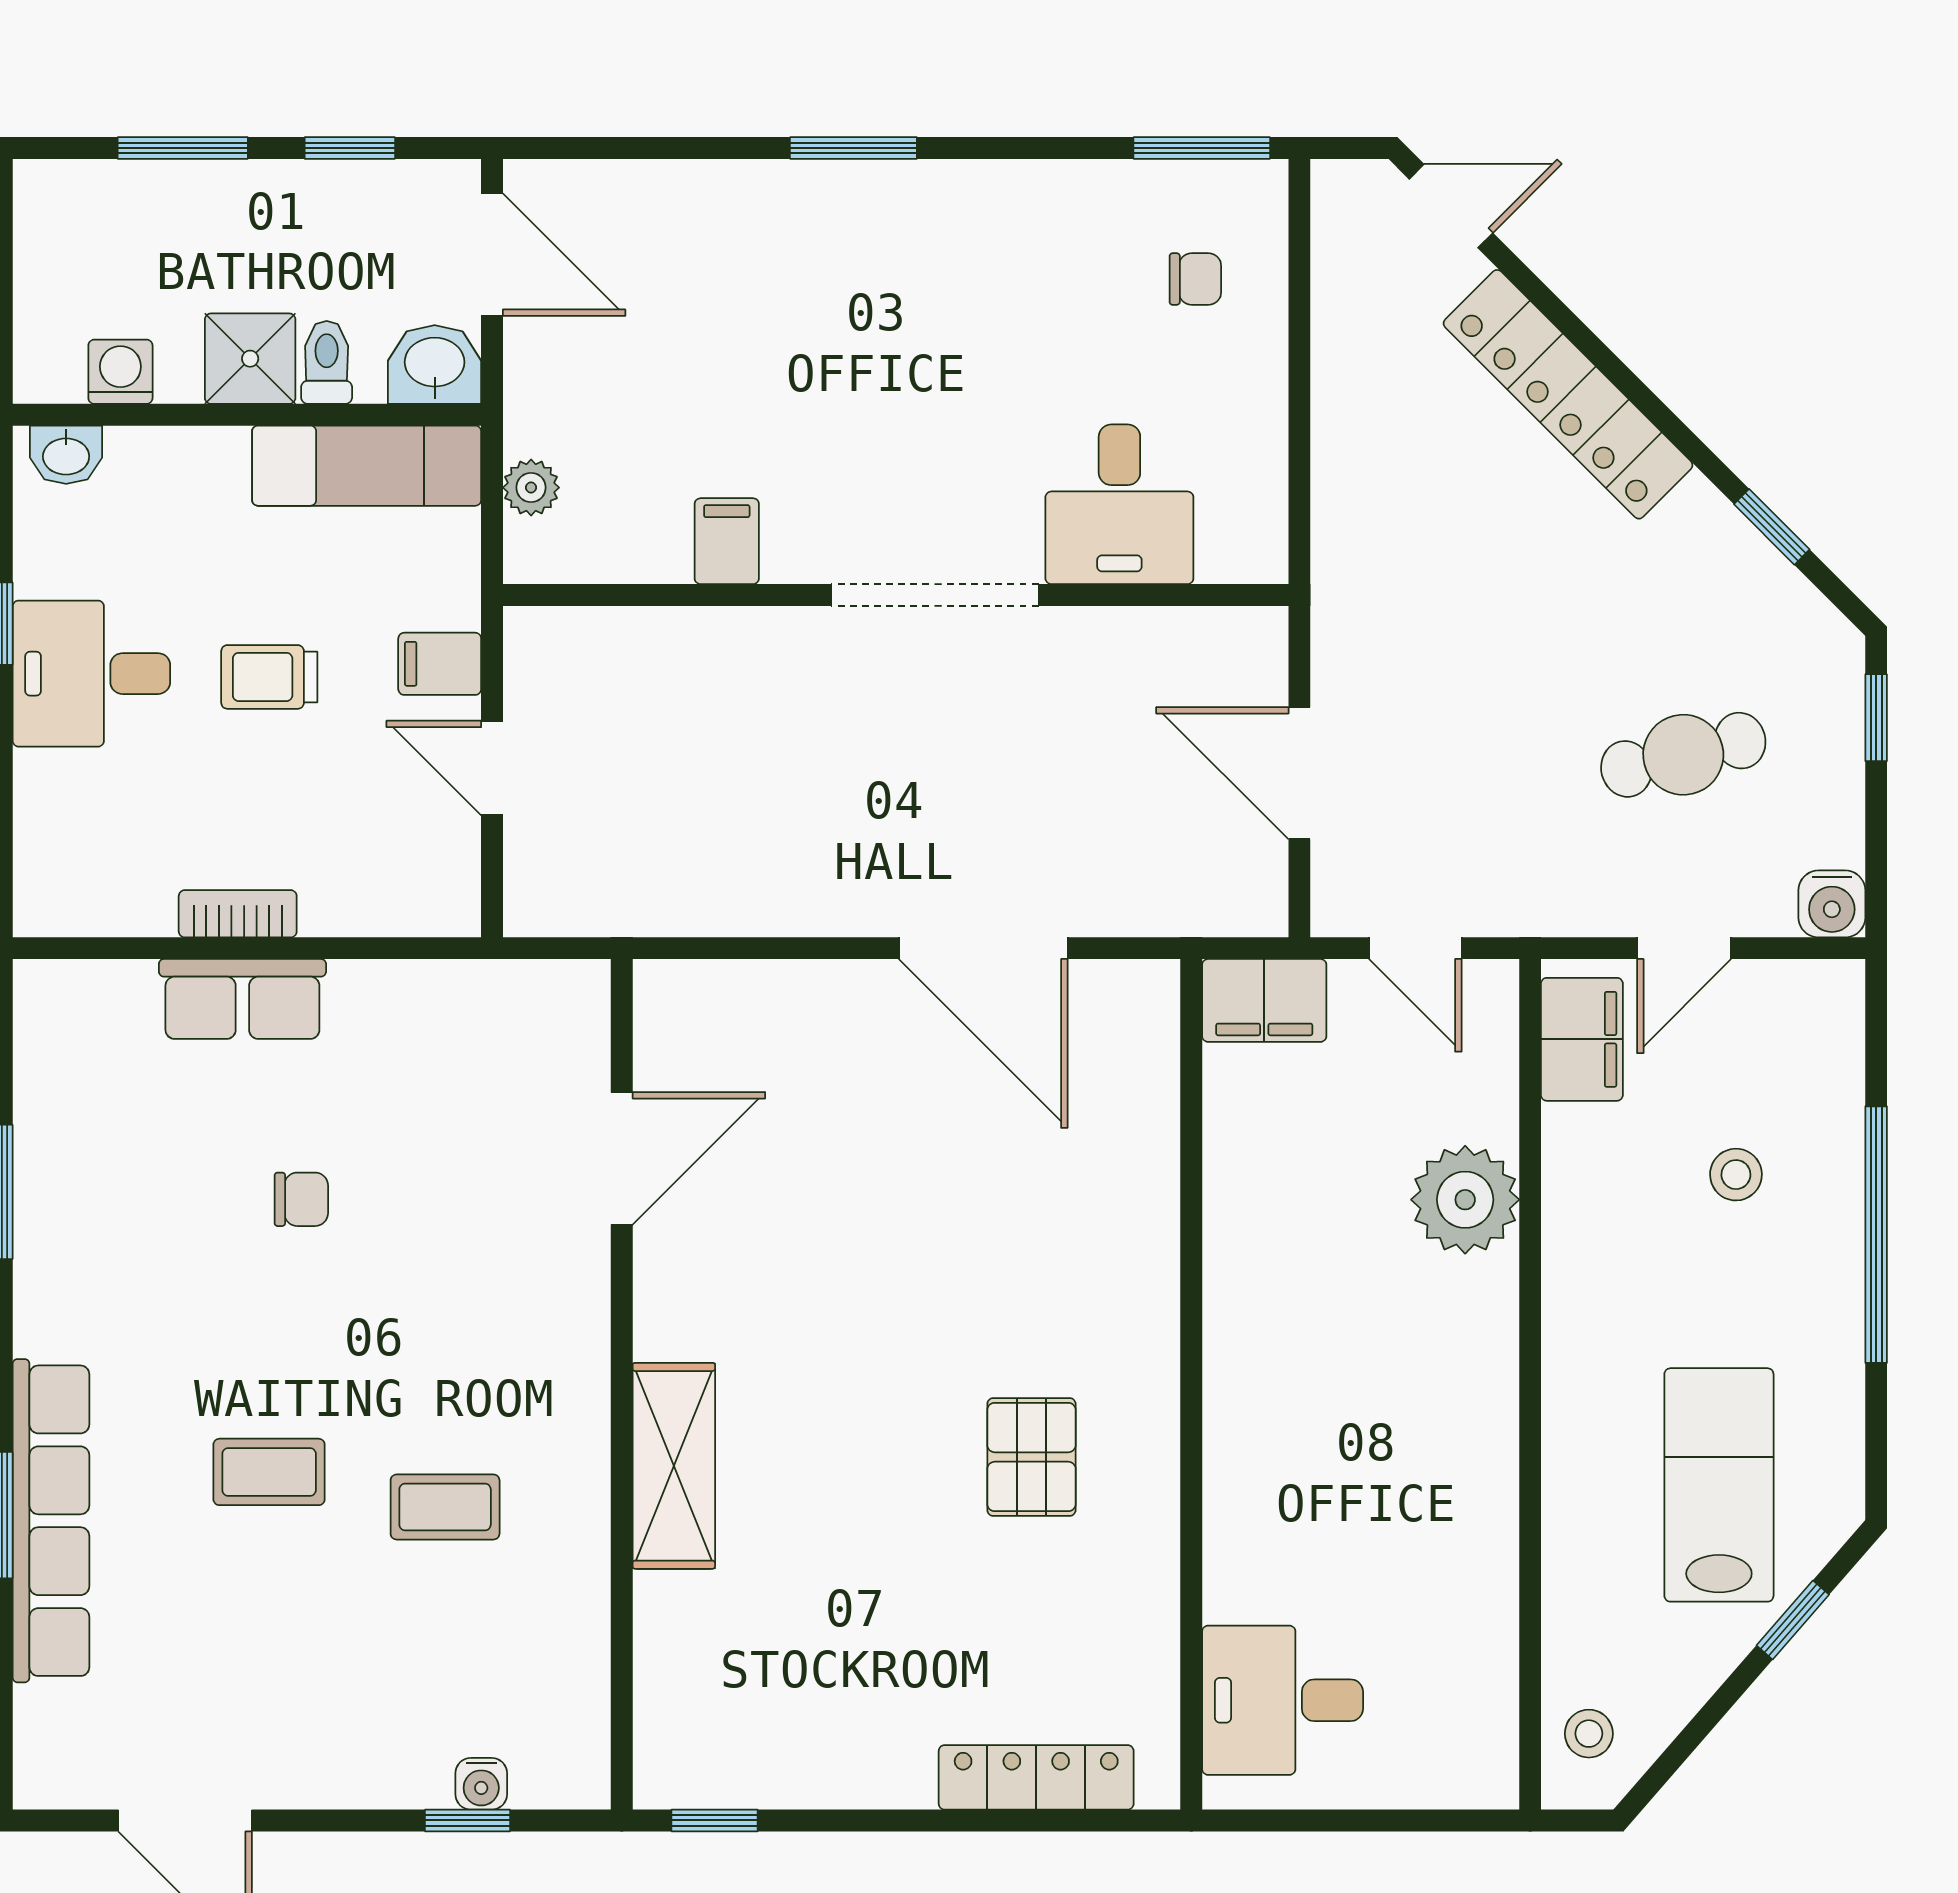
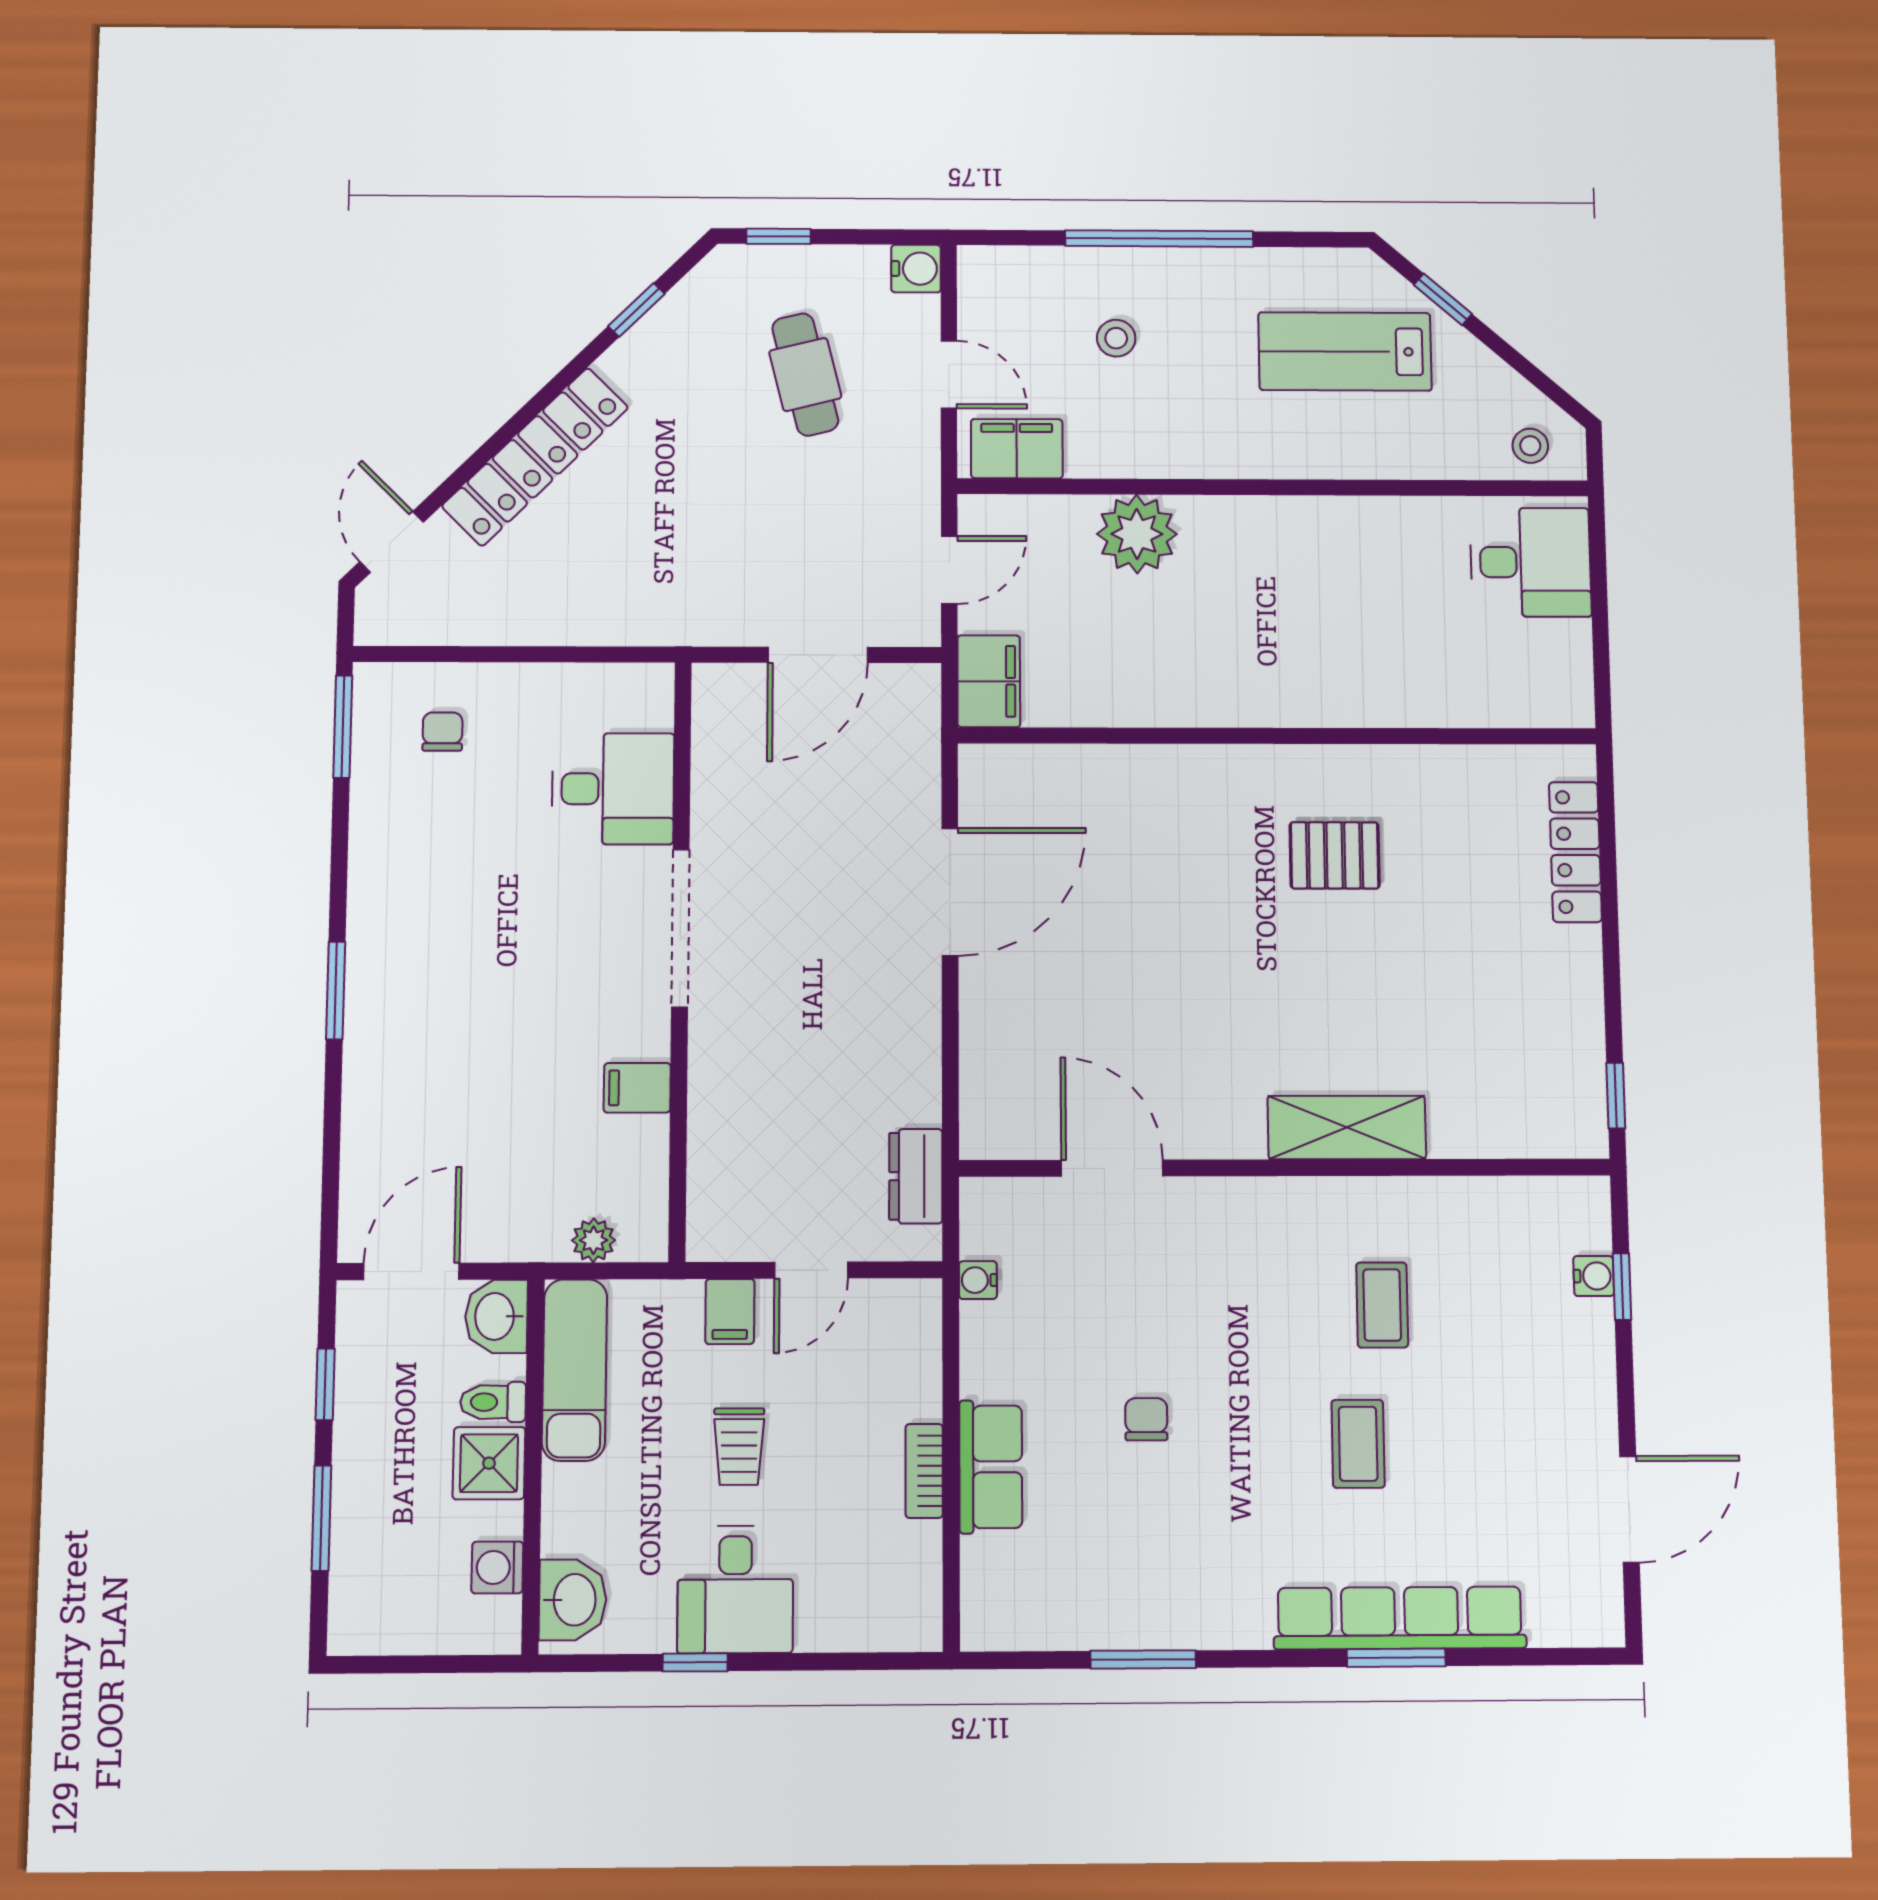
washbasin: (66, 455) -> (573, 1600), width x1.38, depth x1.45
dresser: (612, 903) -> (916, 1176), added
water cooler: (479, 983) -> (978, 1280), added
desk: (1283, 1700) -> (1531, 562), moved, turned -90

